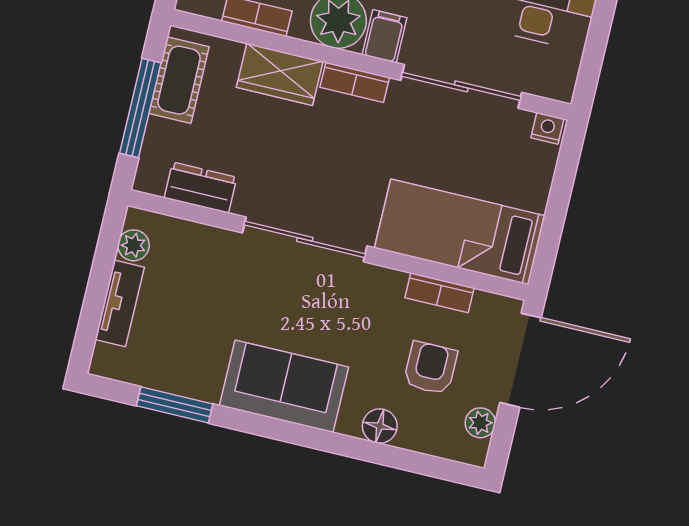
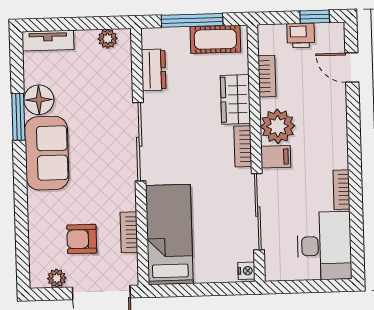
tv unit: (120, 303) -> (48, 41), moved
armchair: (430, 368) -> (82, 239), turned 180
window: (175, 405) -> (18, 117), moved
floor lamp: (380, 426) -> (39, 100), moved, width x1.38, depth x1.38

